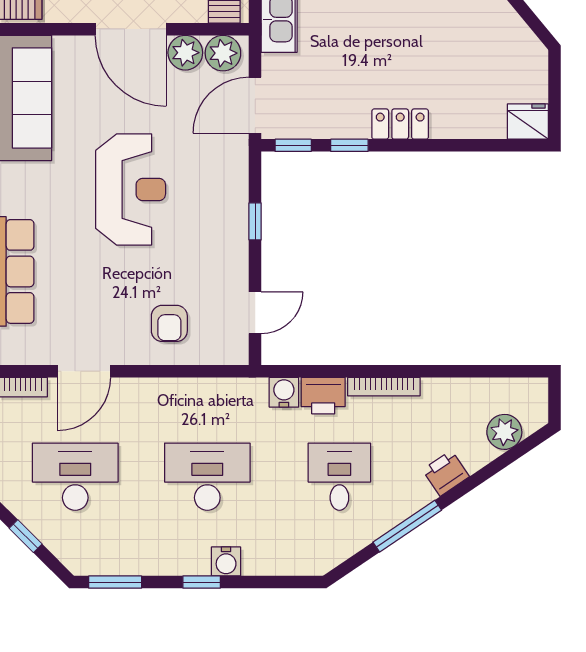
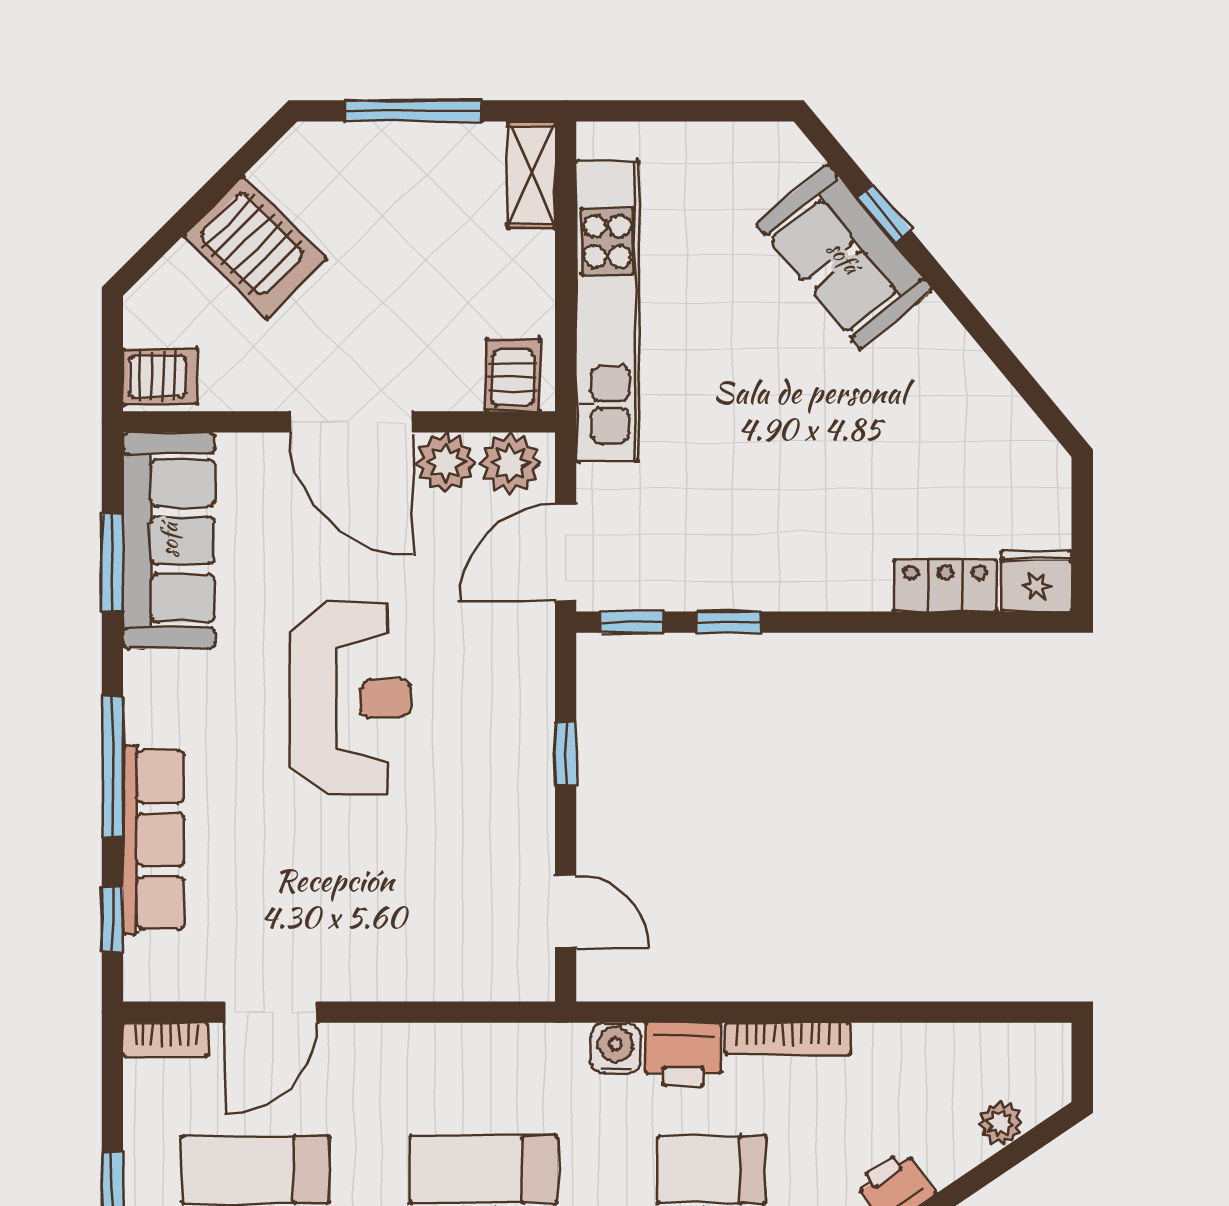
locker: (400, 124) -> (945, 585), moved
door: (255, 313) -> (566, 911), hinge flipped
armchair: (169, 323) -> (418, 929), removed
plant: (504, 432) -> (1000, 1123), width x0.73, depth x0.73

